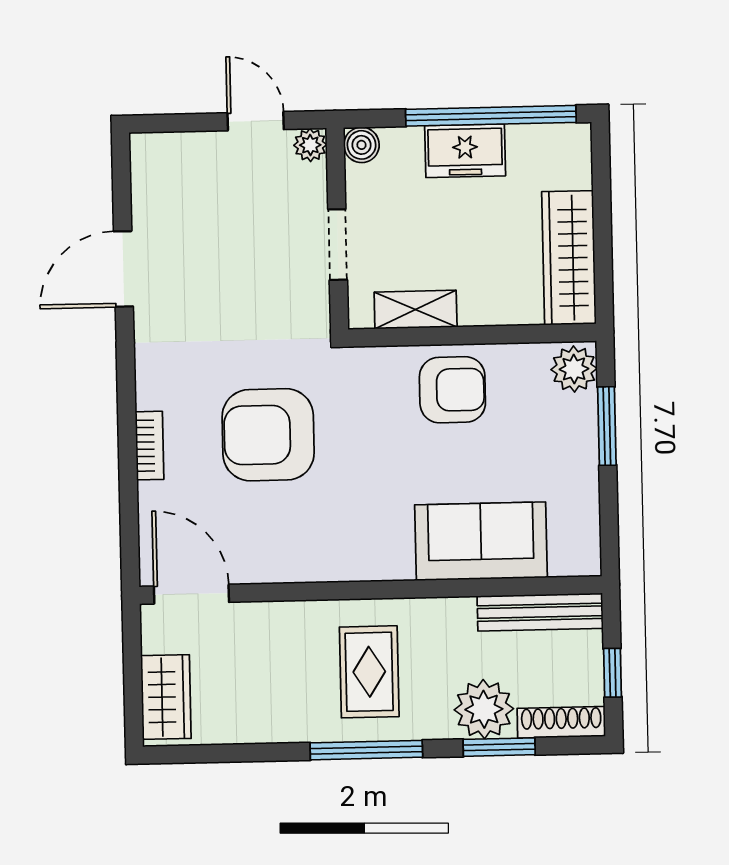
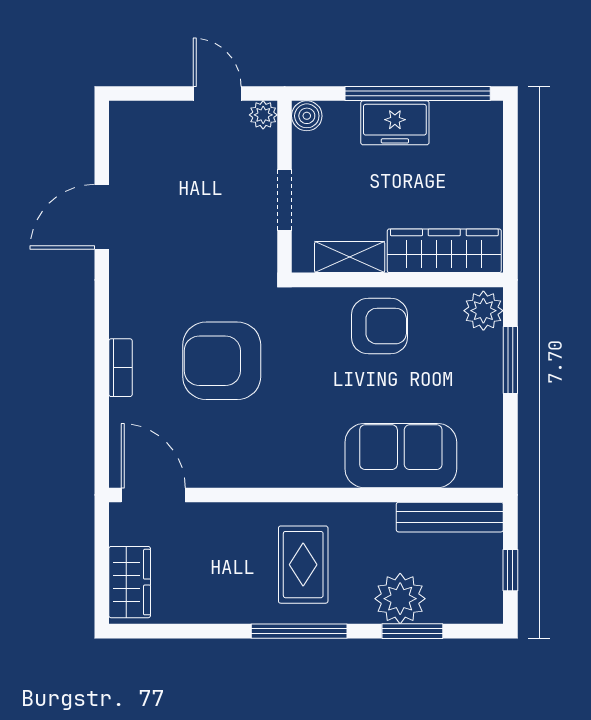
wardrobe: (569, 258) -> (444, 251), moved, turned 90
shoe rack: (561, 722) -> (466, 611), removed

